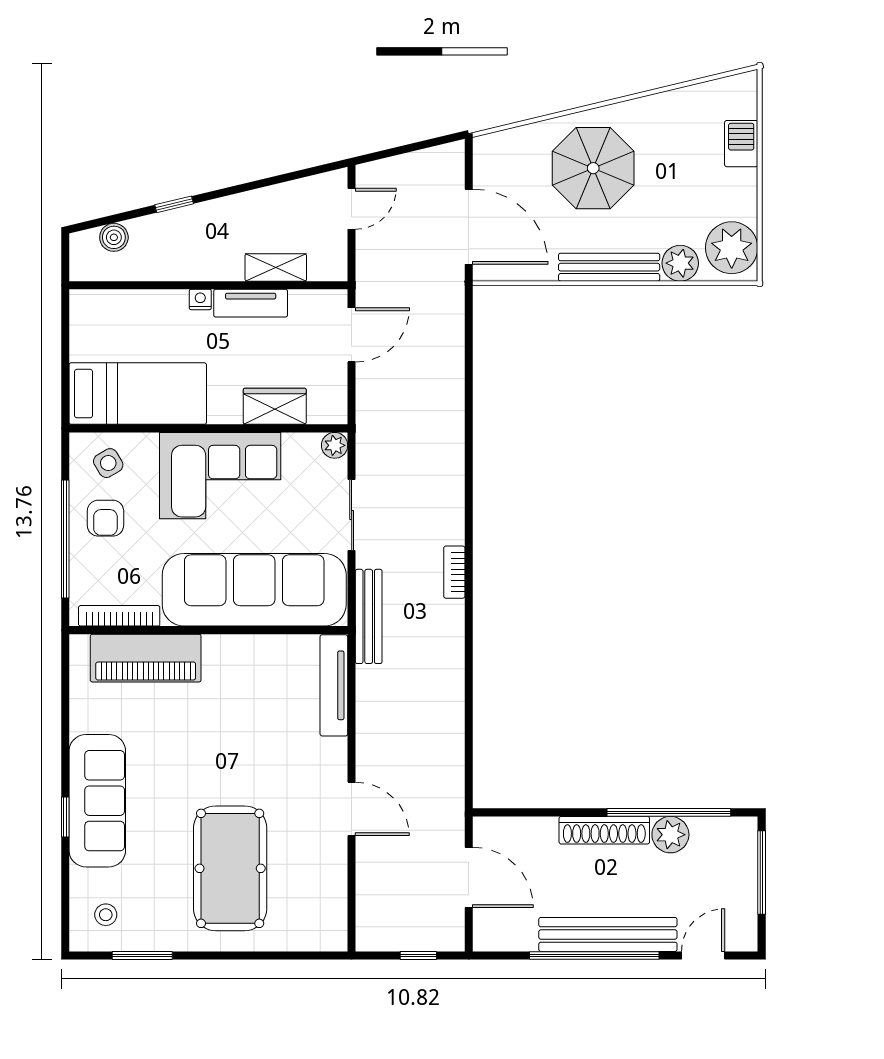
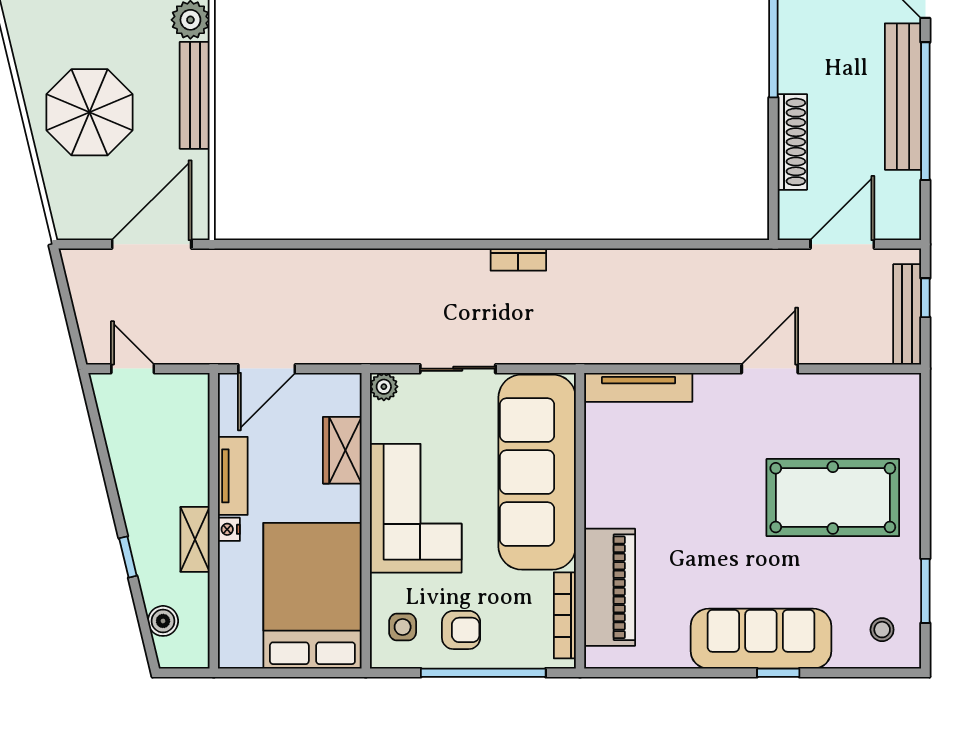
shelving: (276, 267) -> (195, 539), moved
door: (352, 335) -> (267, 369), swing flipped
bed: (138, 394) -> (312, 596), width x1.50
side table: (108, 463) -> (403, 627), turned 31
bench: (369, 616) -> (907, 314), moved, turned 90
shoe rack: (604, 830) -> (792, 142), moved
plant: (670, 835) -> (797, 30), removed

